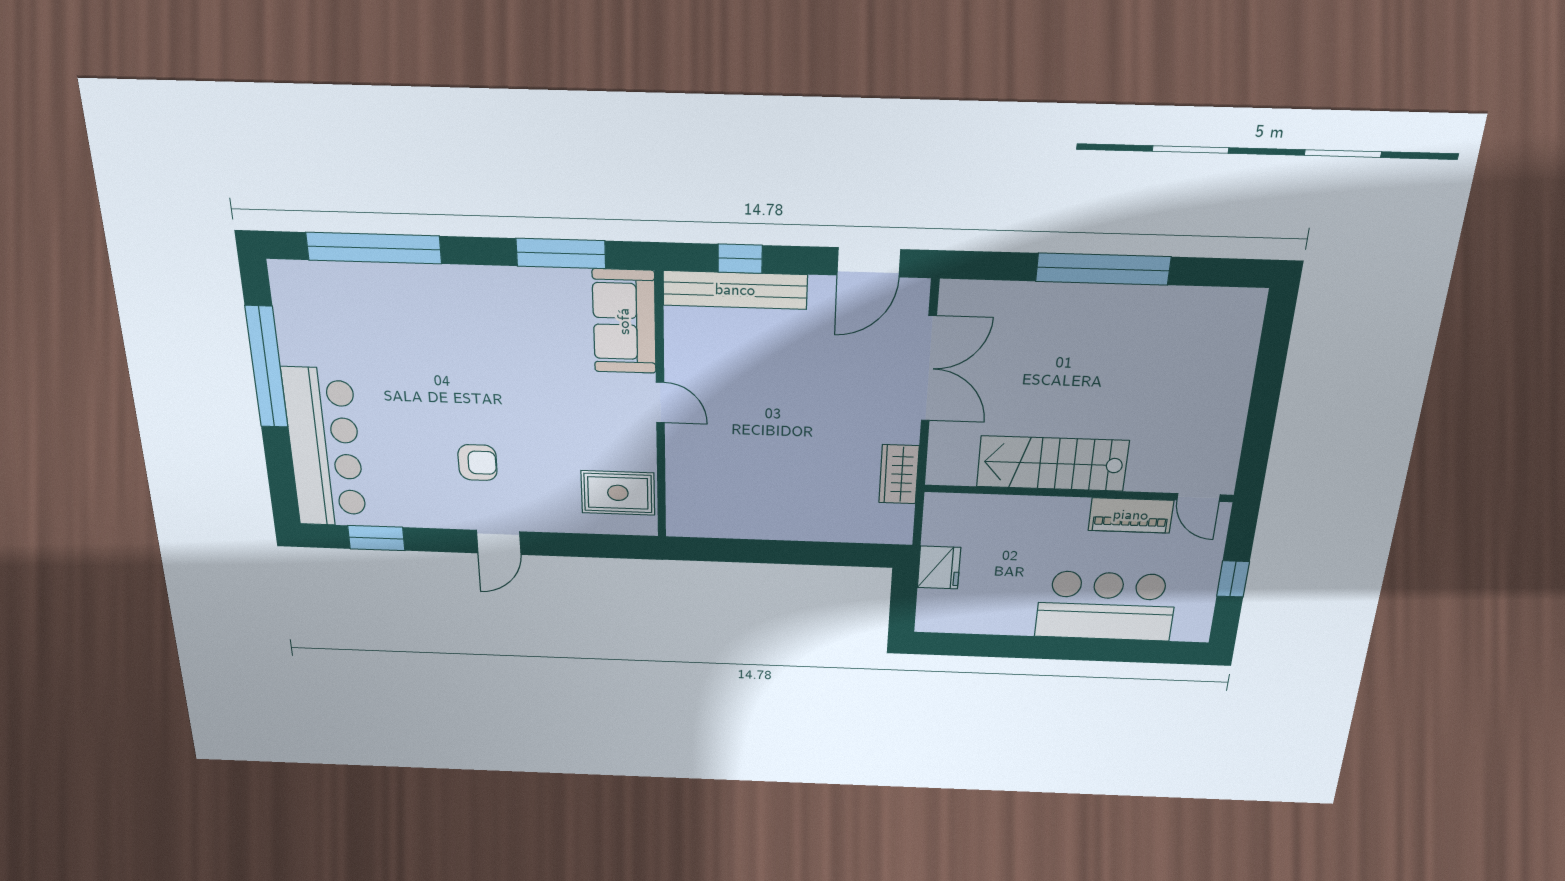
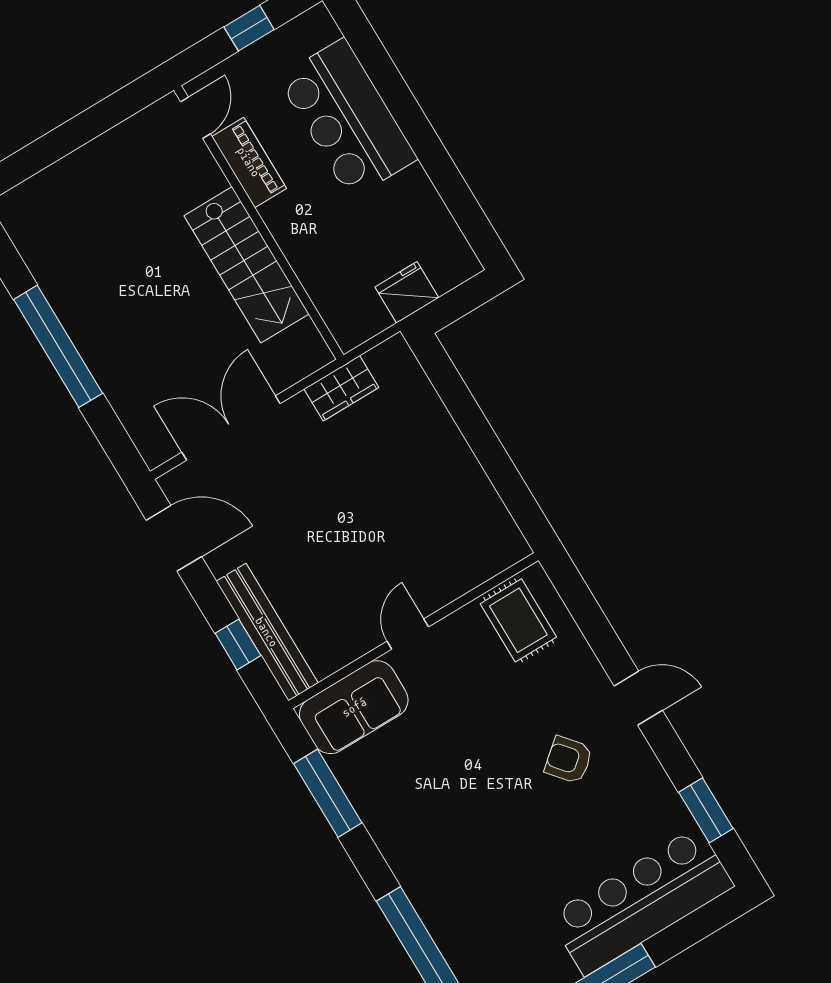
armchair: (478, 463) -> (569, 760), turned -40

